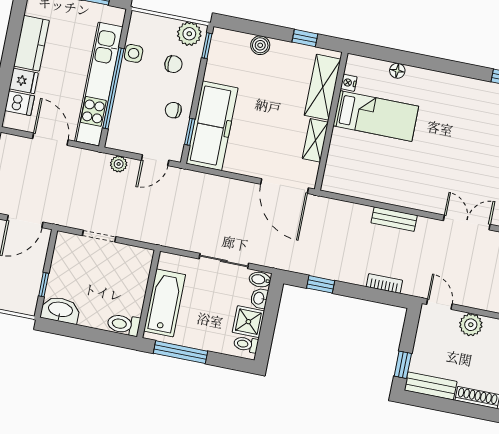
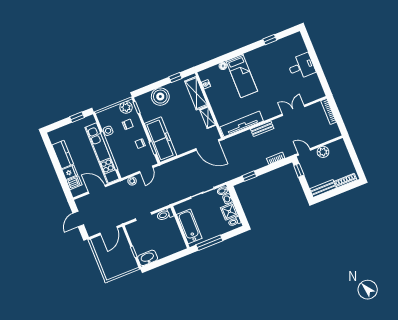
boiler: (260, 45) -> (160, 97), width x1.86, depth x1.86
bed: (376, 116) -> (242, 76), moved, turned 90
tv unit: (365, 188) -> (242, 124), added
toilet: (124, 324) -> (165, 214), moved
window: (403, 365) -> (299, 170), moved

